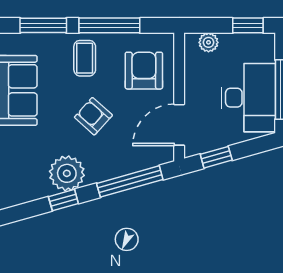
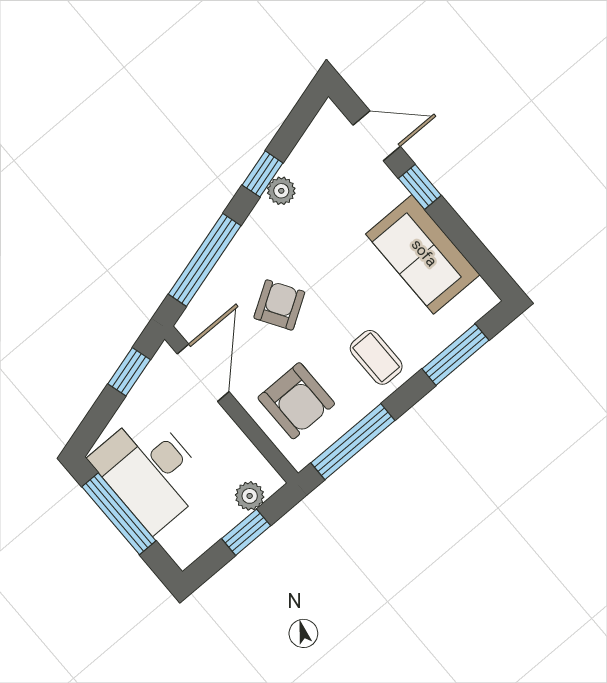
window: (109, 25) -> (353, 442), moved
window: (248, 25) -> (246, 532), moved
armchair: (93, 116) -> (279, 305), moved, turned -74
plant: (67, 173) -> (281, 191), width x0.53, depth x0.53

